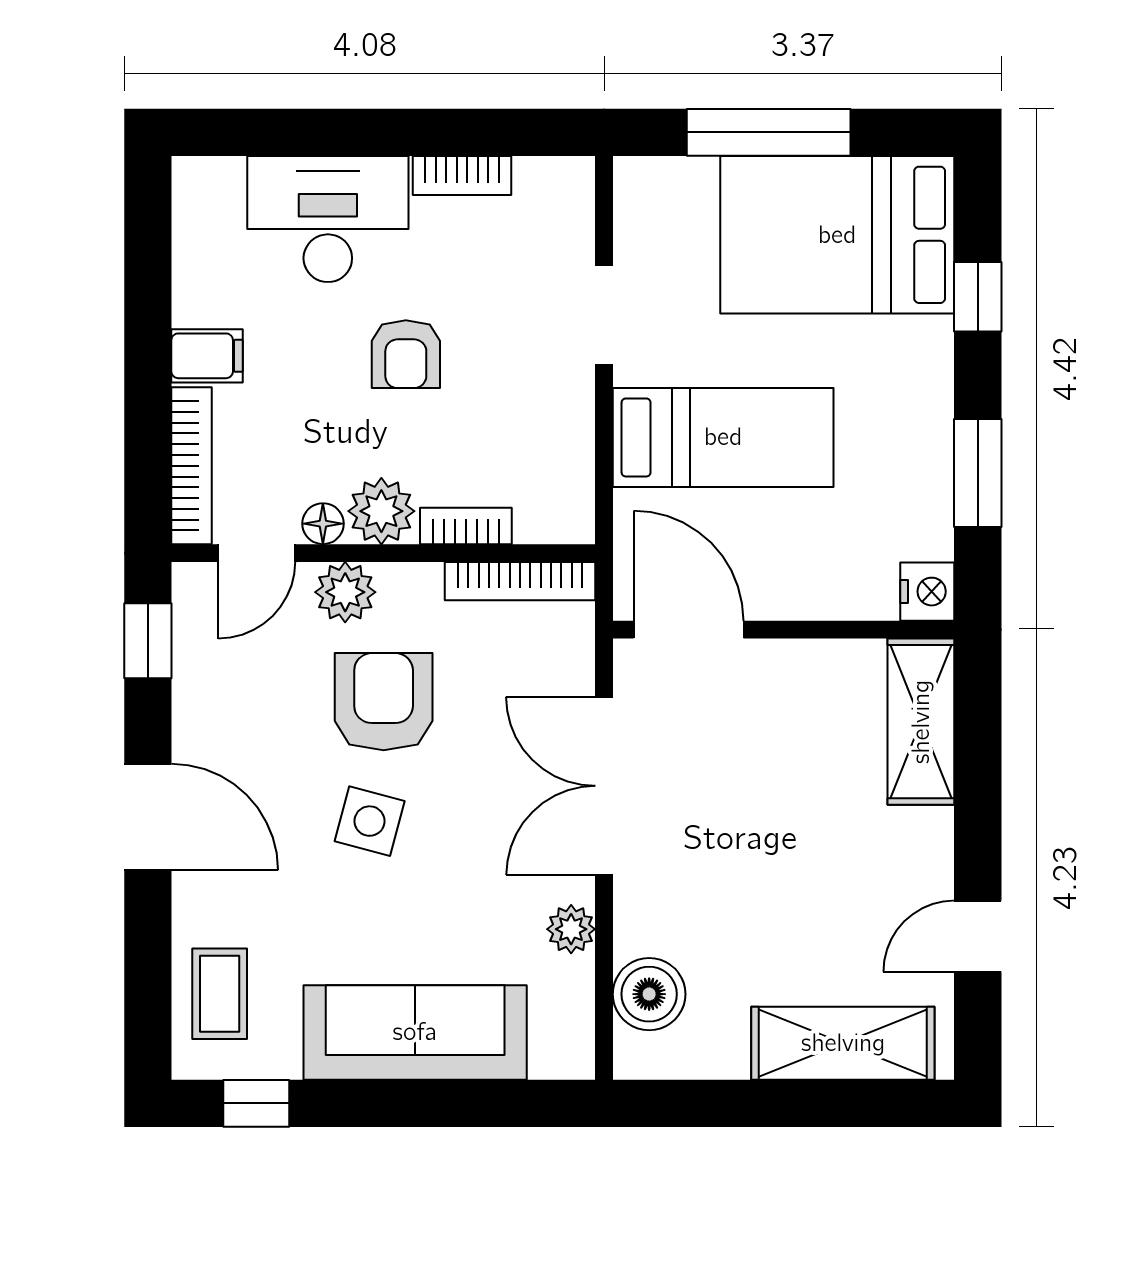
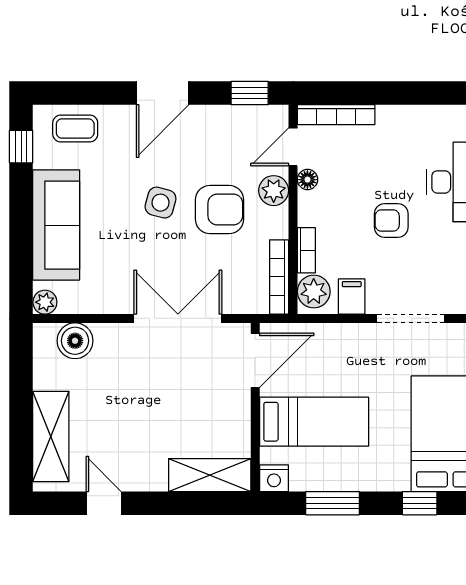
doorway: (604, 315) -> (411, 318), width x1.38
filing cabinet: (207, 356) -> (352, 297), moved, turned 180
bed: (723, 437) -> (314, 422), moved, turned -90
plant: (381, 511) -> (314, 292), moved
door: (257, 553) -> (293, 147), hinge flipped
plant: (571, 929) -> (45, 302), moved

